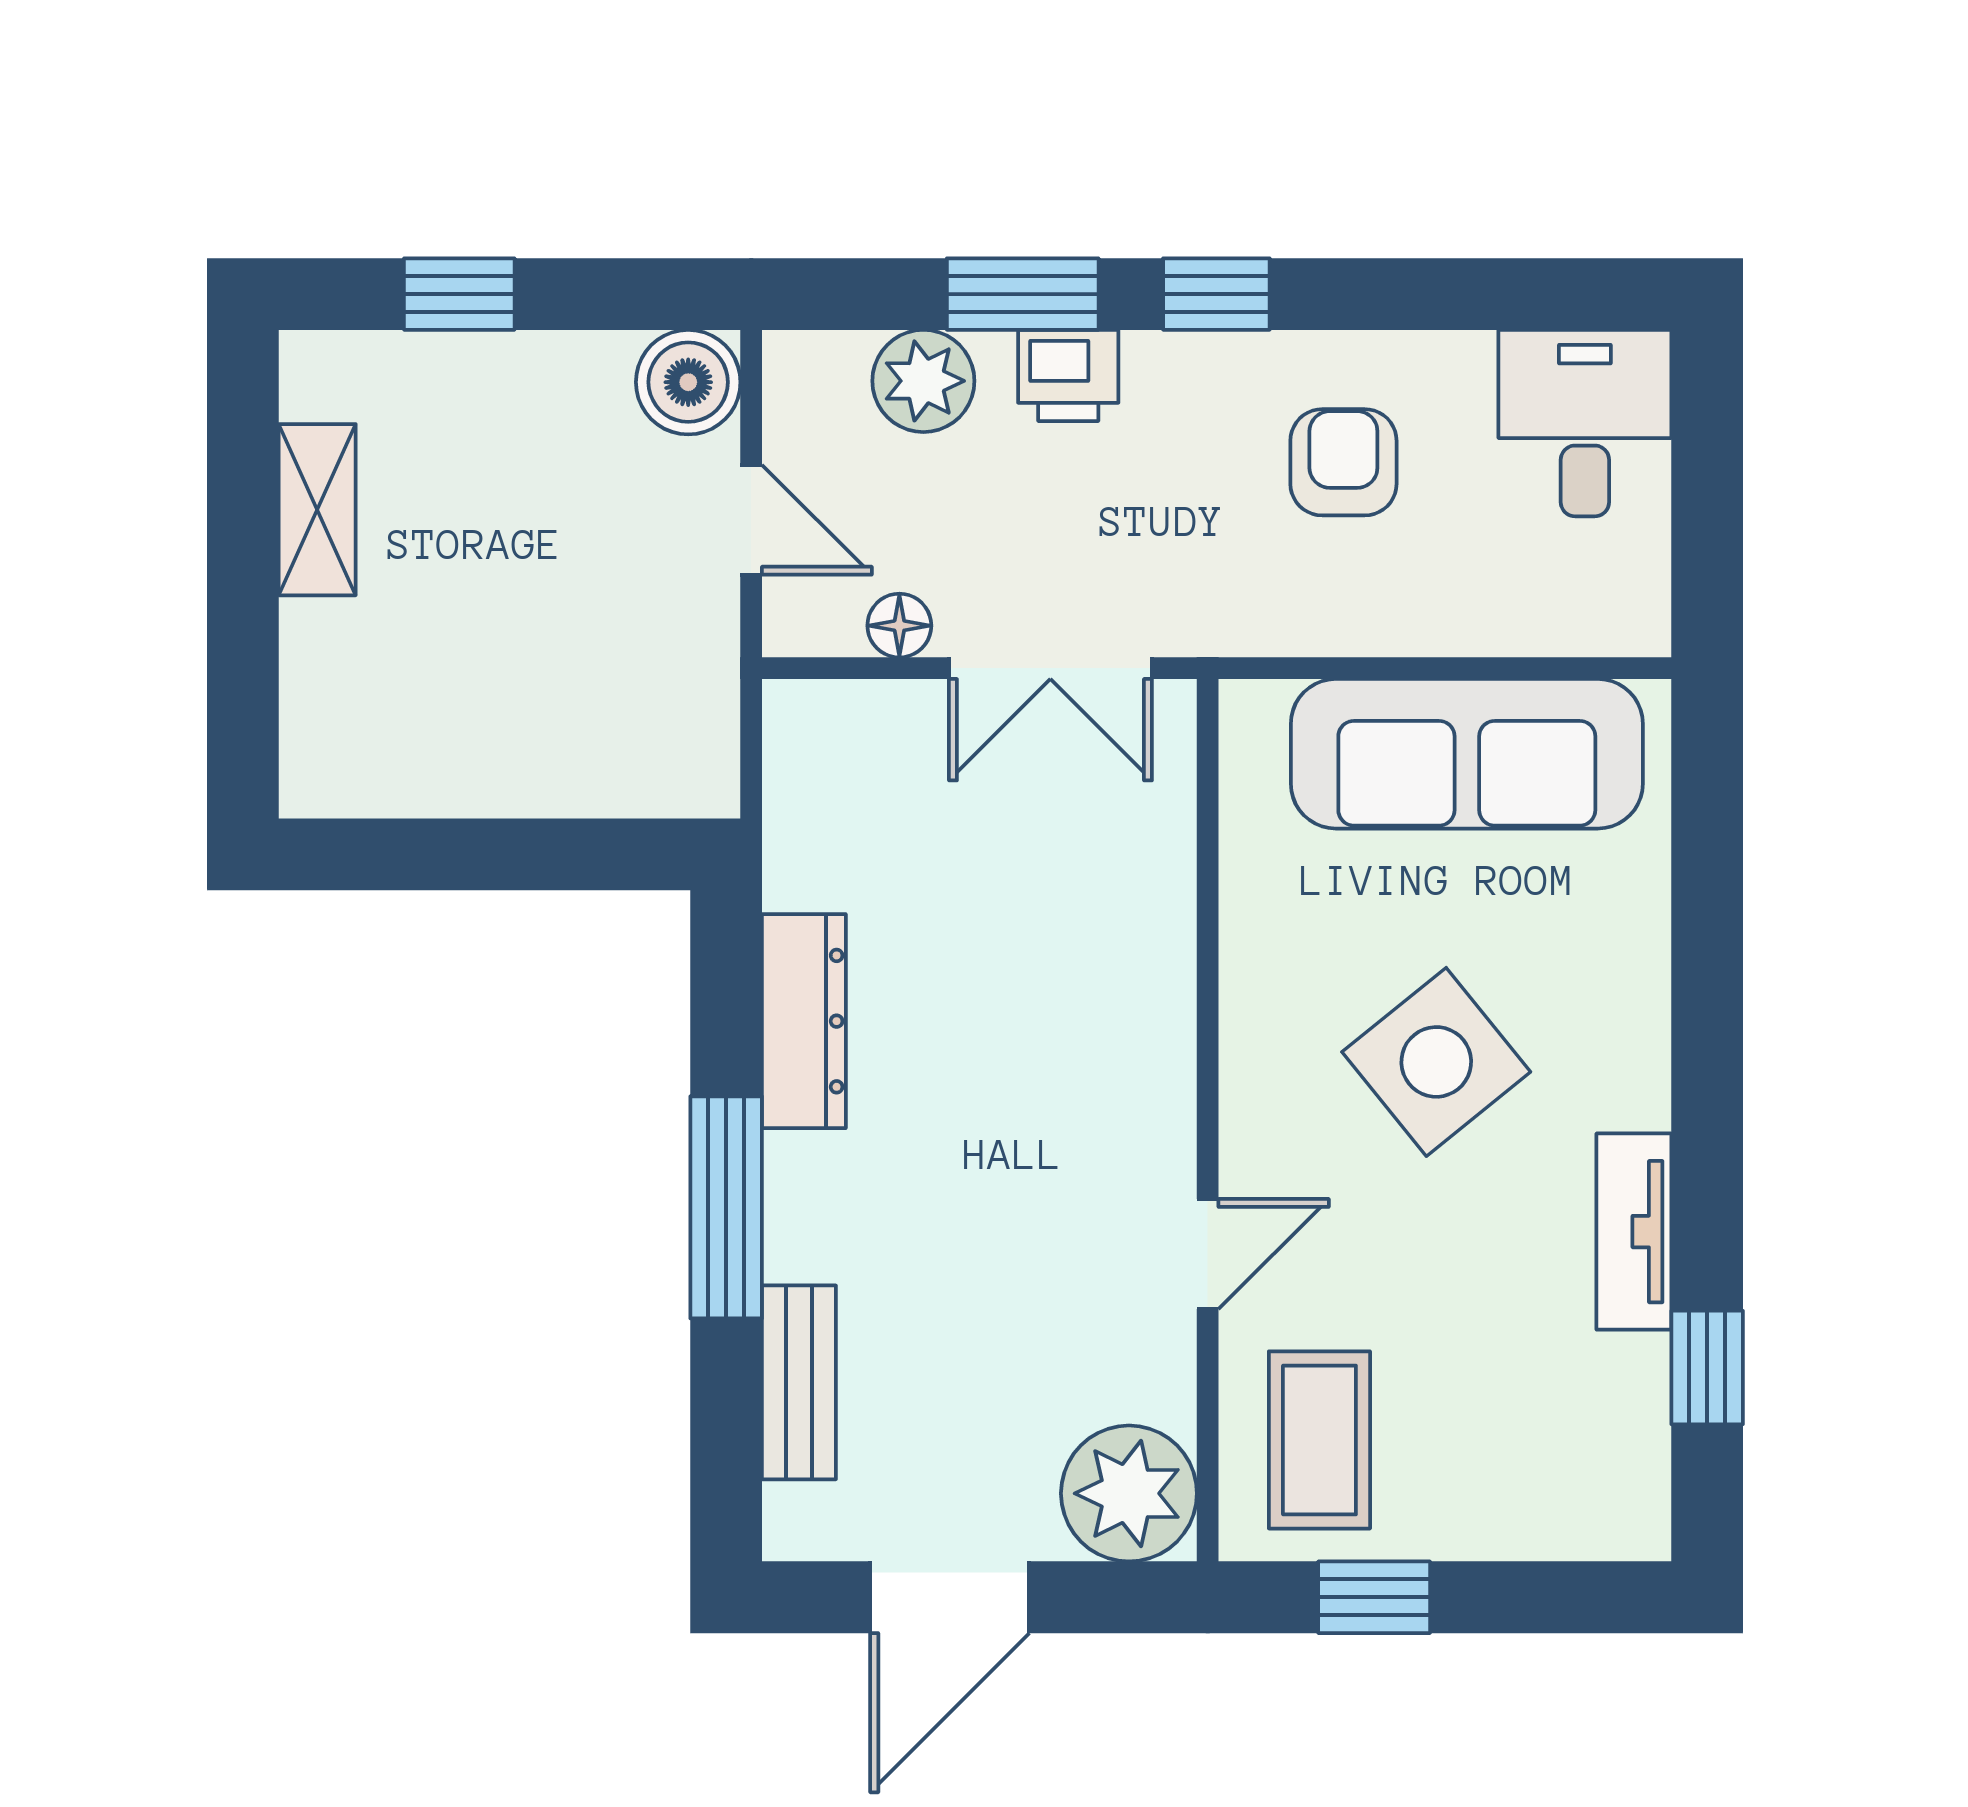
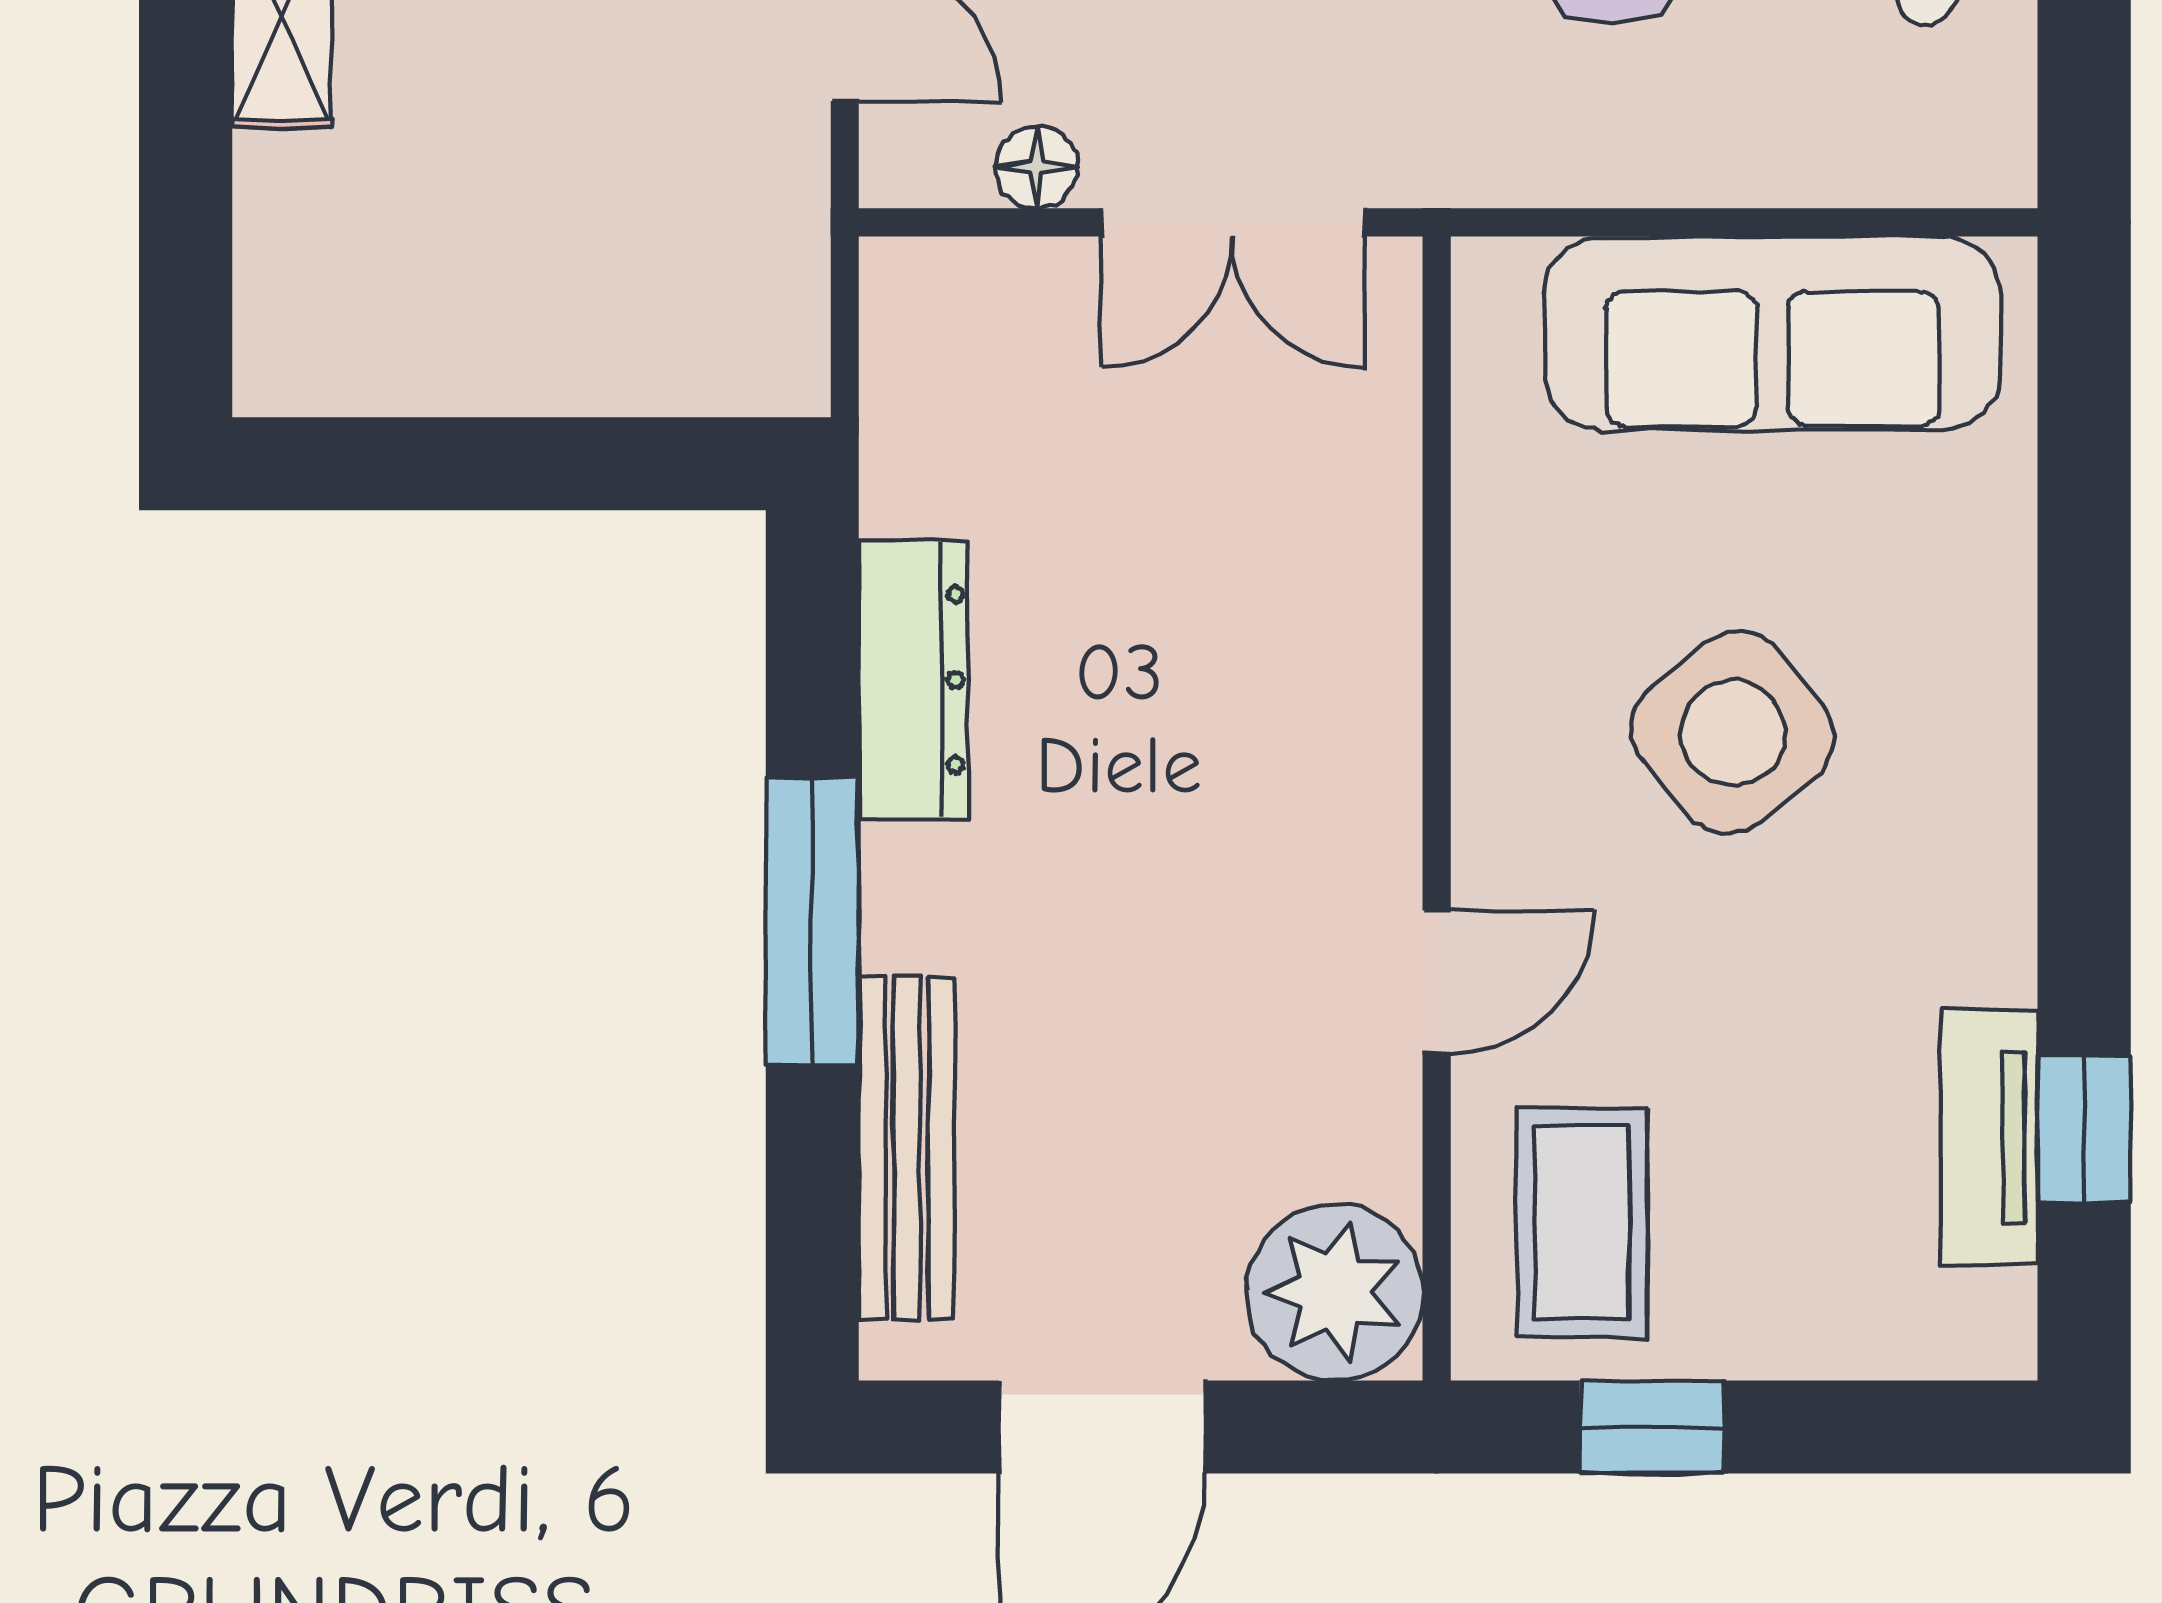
tv unit: (1634, 1232) -> (1989, 1137), moved
bench: (799, 1382) -> (907, 1148), width x1.36

